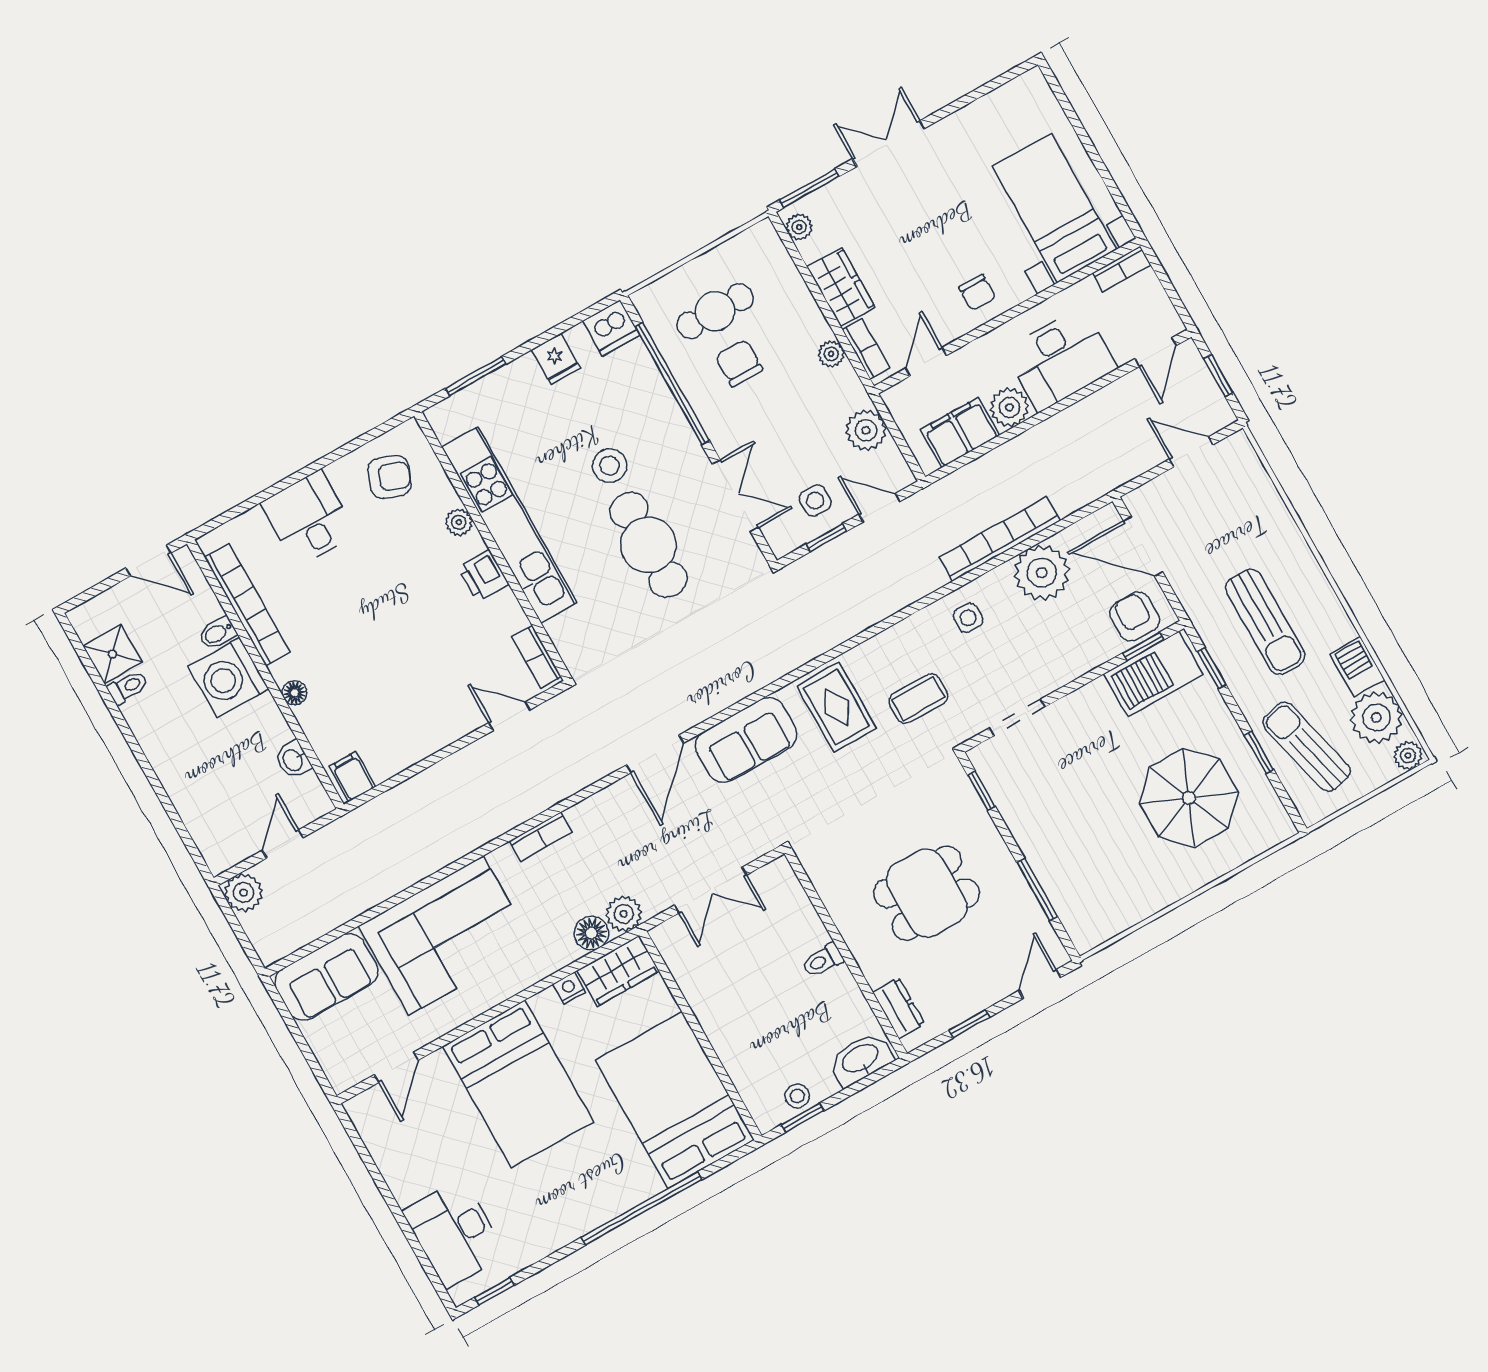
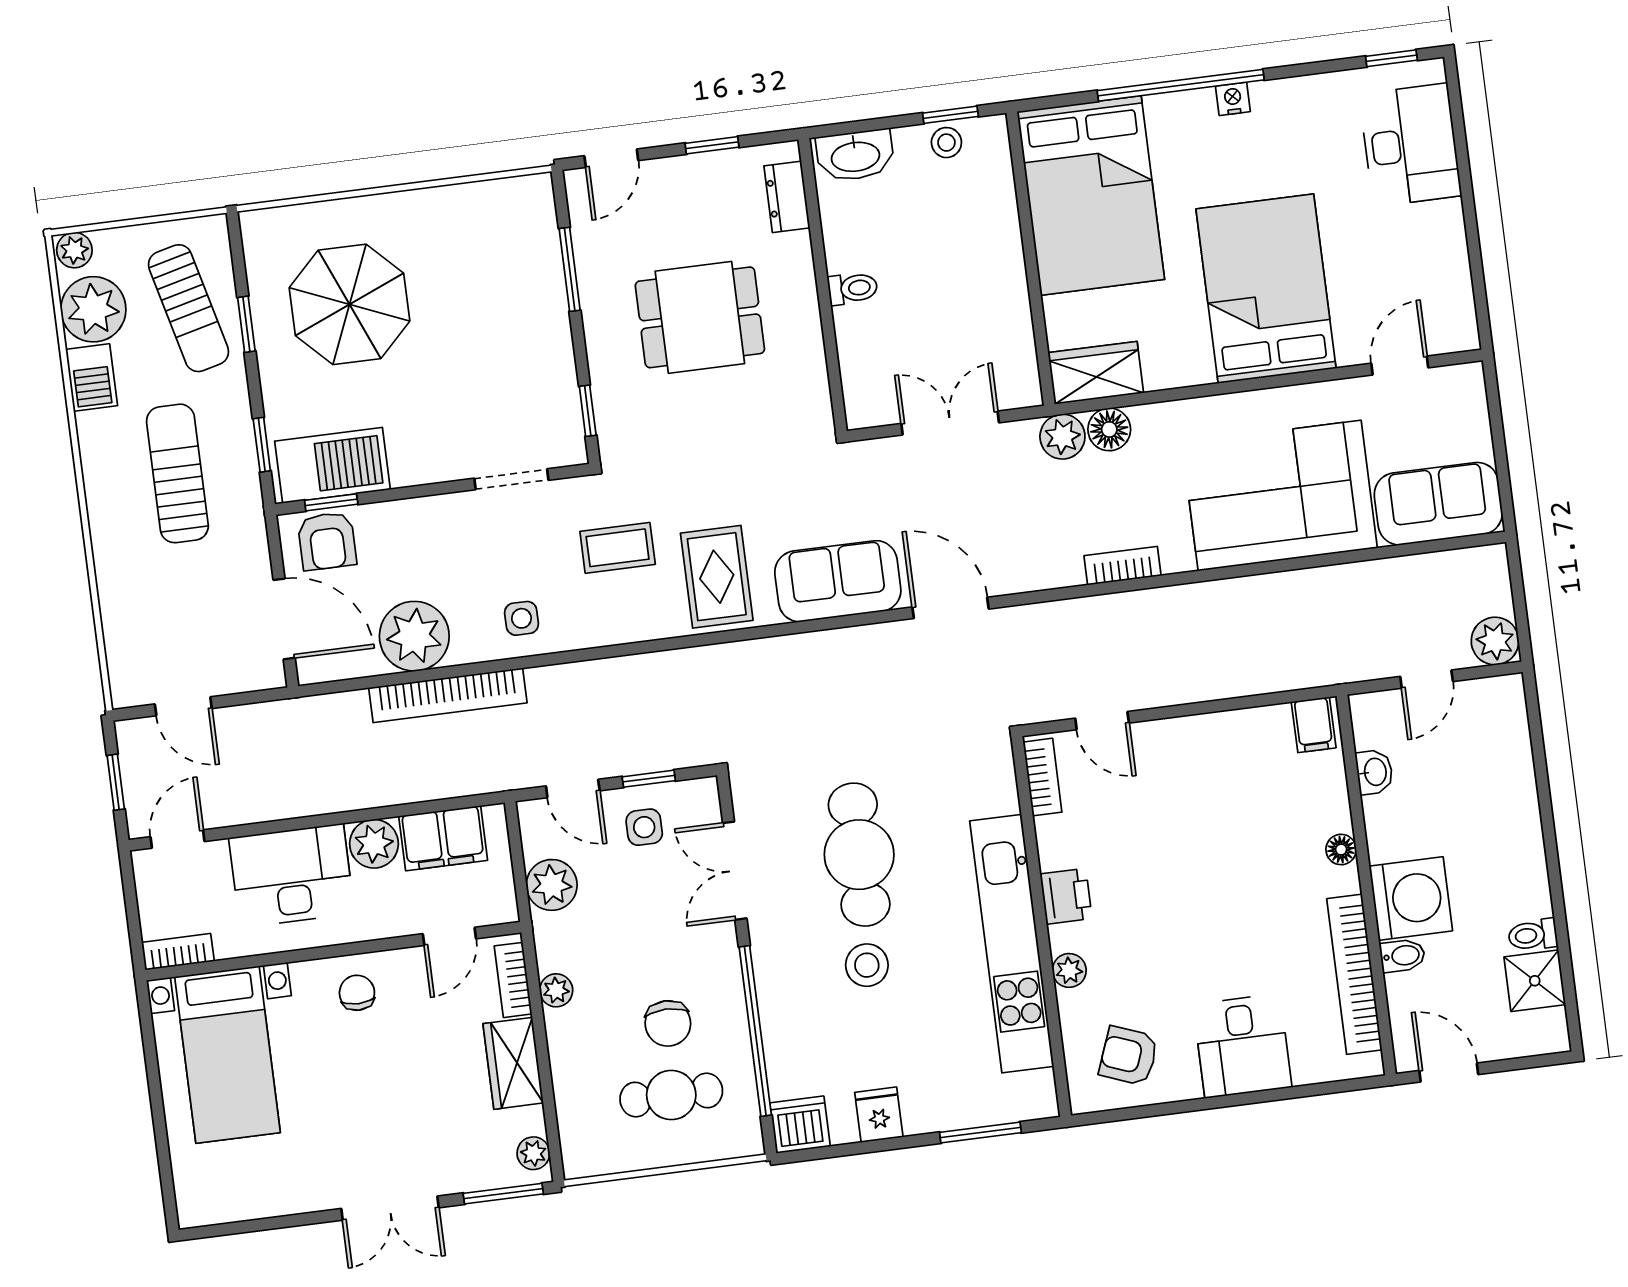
door: (655, 754) -> (950, 608), hinge flipped
nightstand: (569, 988) -> (1233, 99), moved, turned 180

